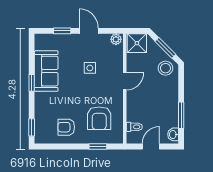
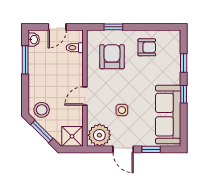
plant: (116, 39) -> (99, 135), width x1.88, depth x1.88
sofa: (46, 71) -> (168, 115), width x1.36
window: (32, 127) -> (184, 63), moved

